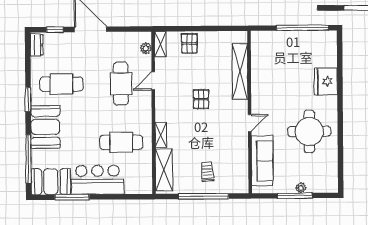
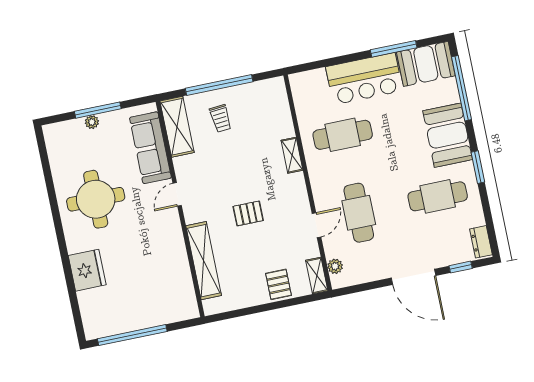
pallet: (201, 99) -> (248, 213), turned 90
shelving: (164, 170) -> (177, 127), moved

